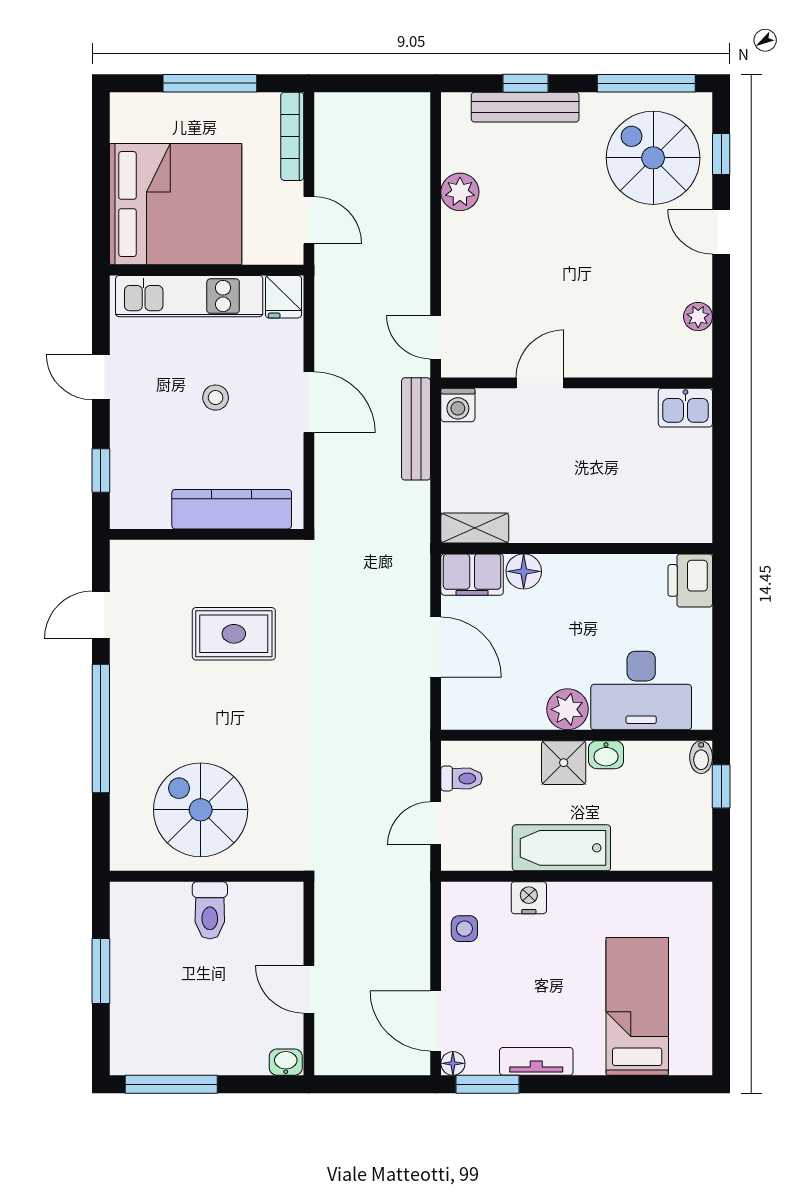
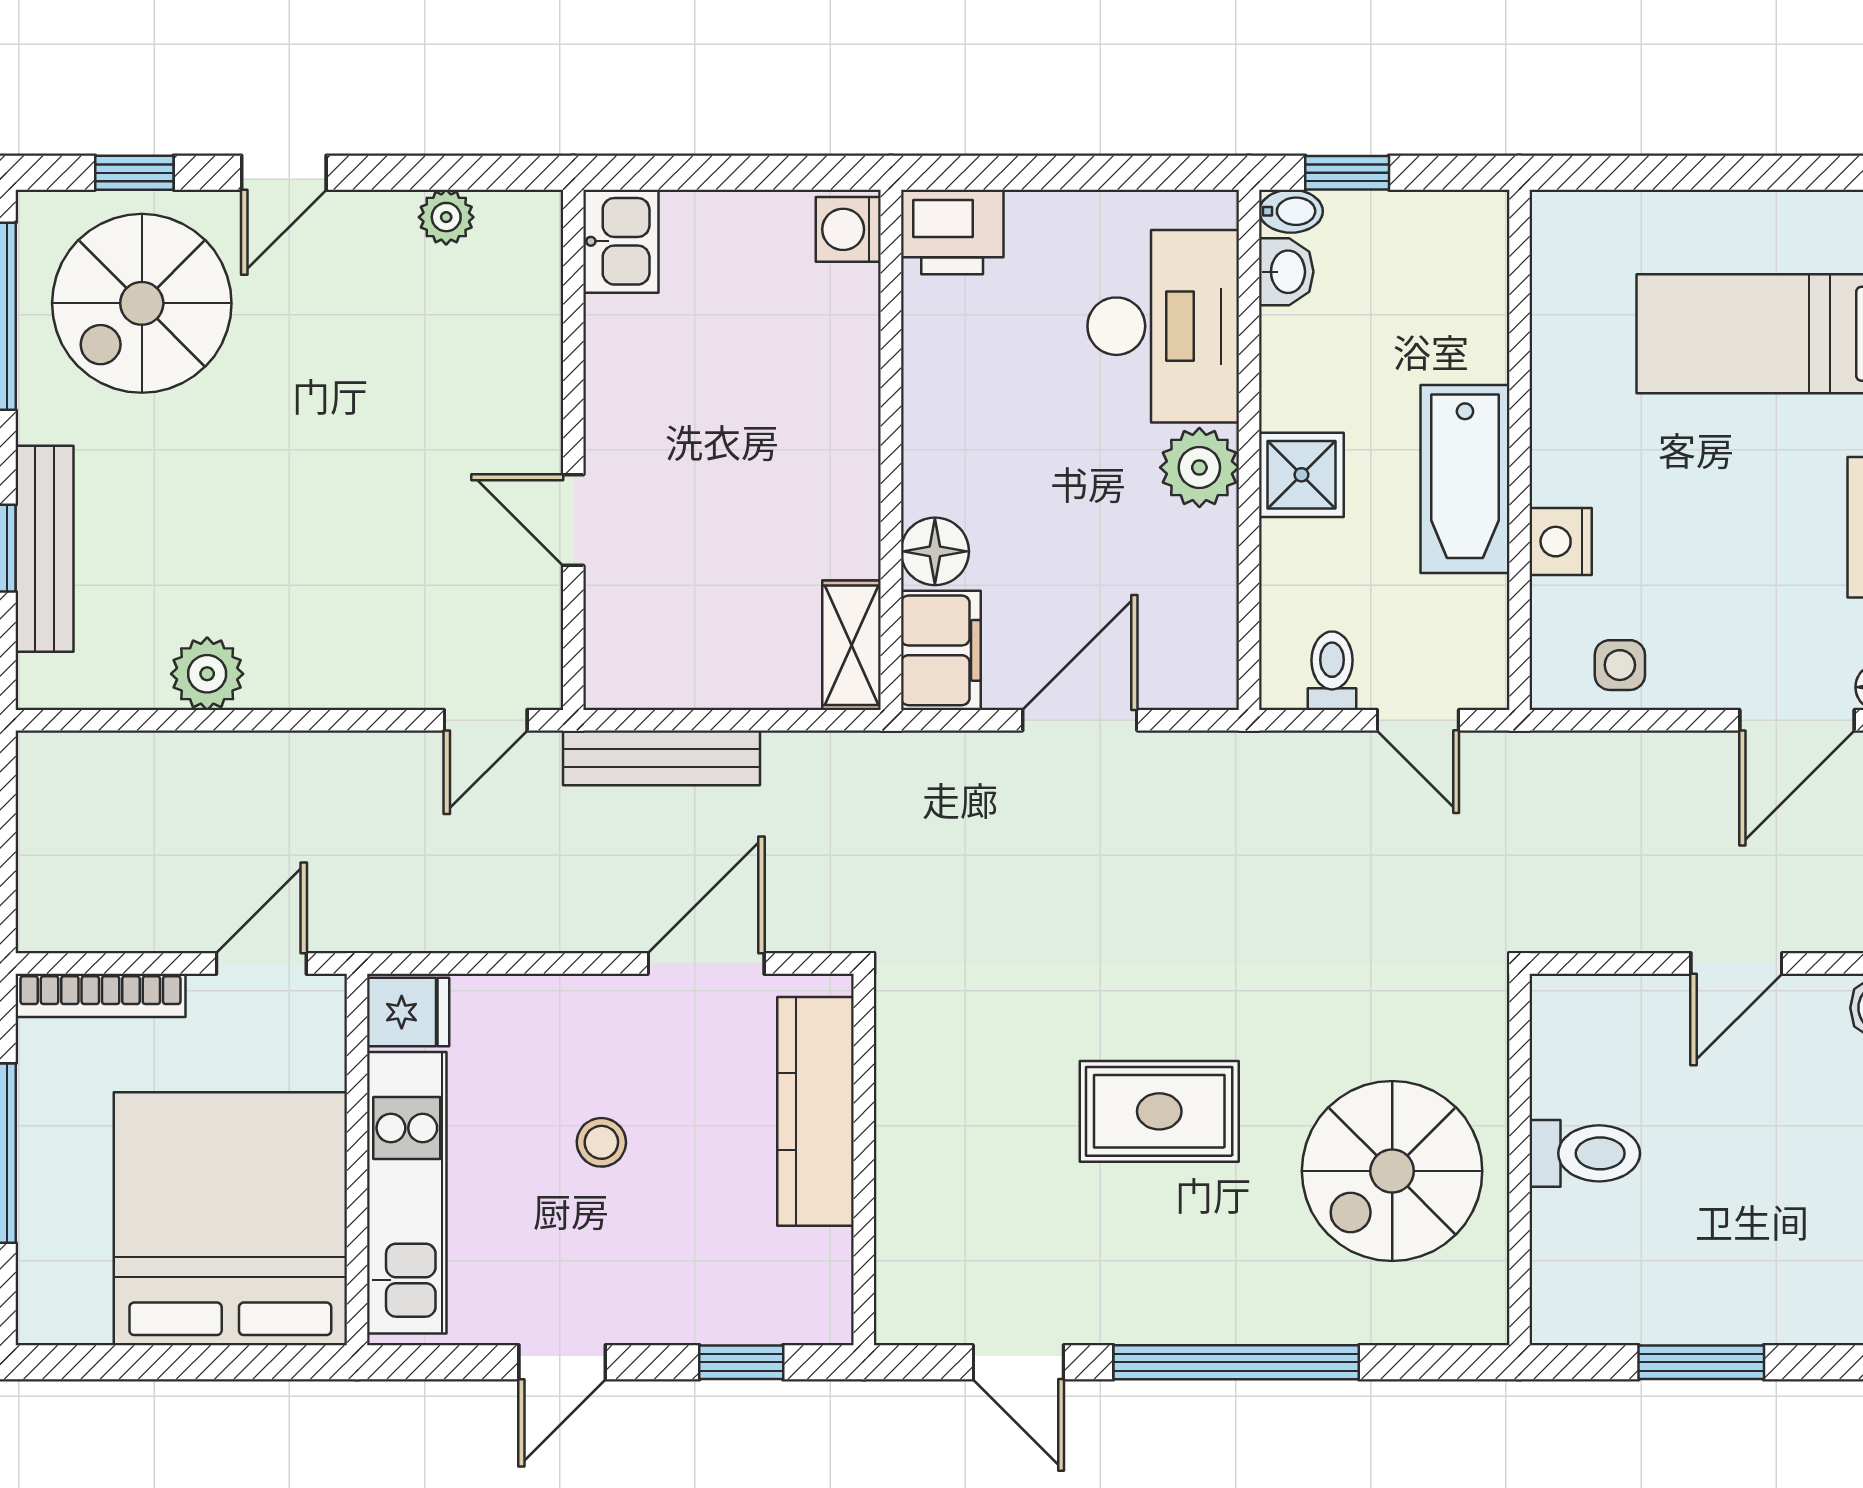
door: (309, 402) -> (706, 963), moved
washing machine: (458, 405) -> (848, 229), moved, turned 180
rug: (234, 634) -> (1159, 1111), moved, turned 90
washbasin: (606, 755) -> (1286, 272), moved

